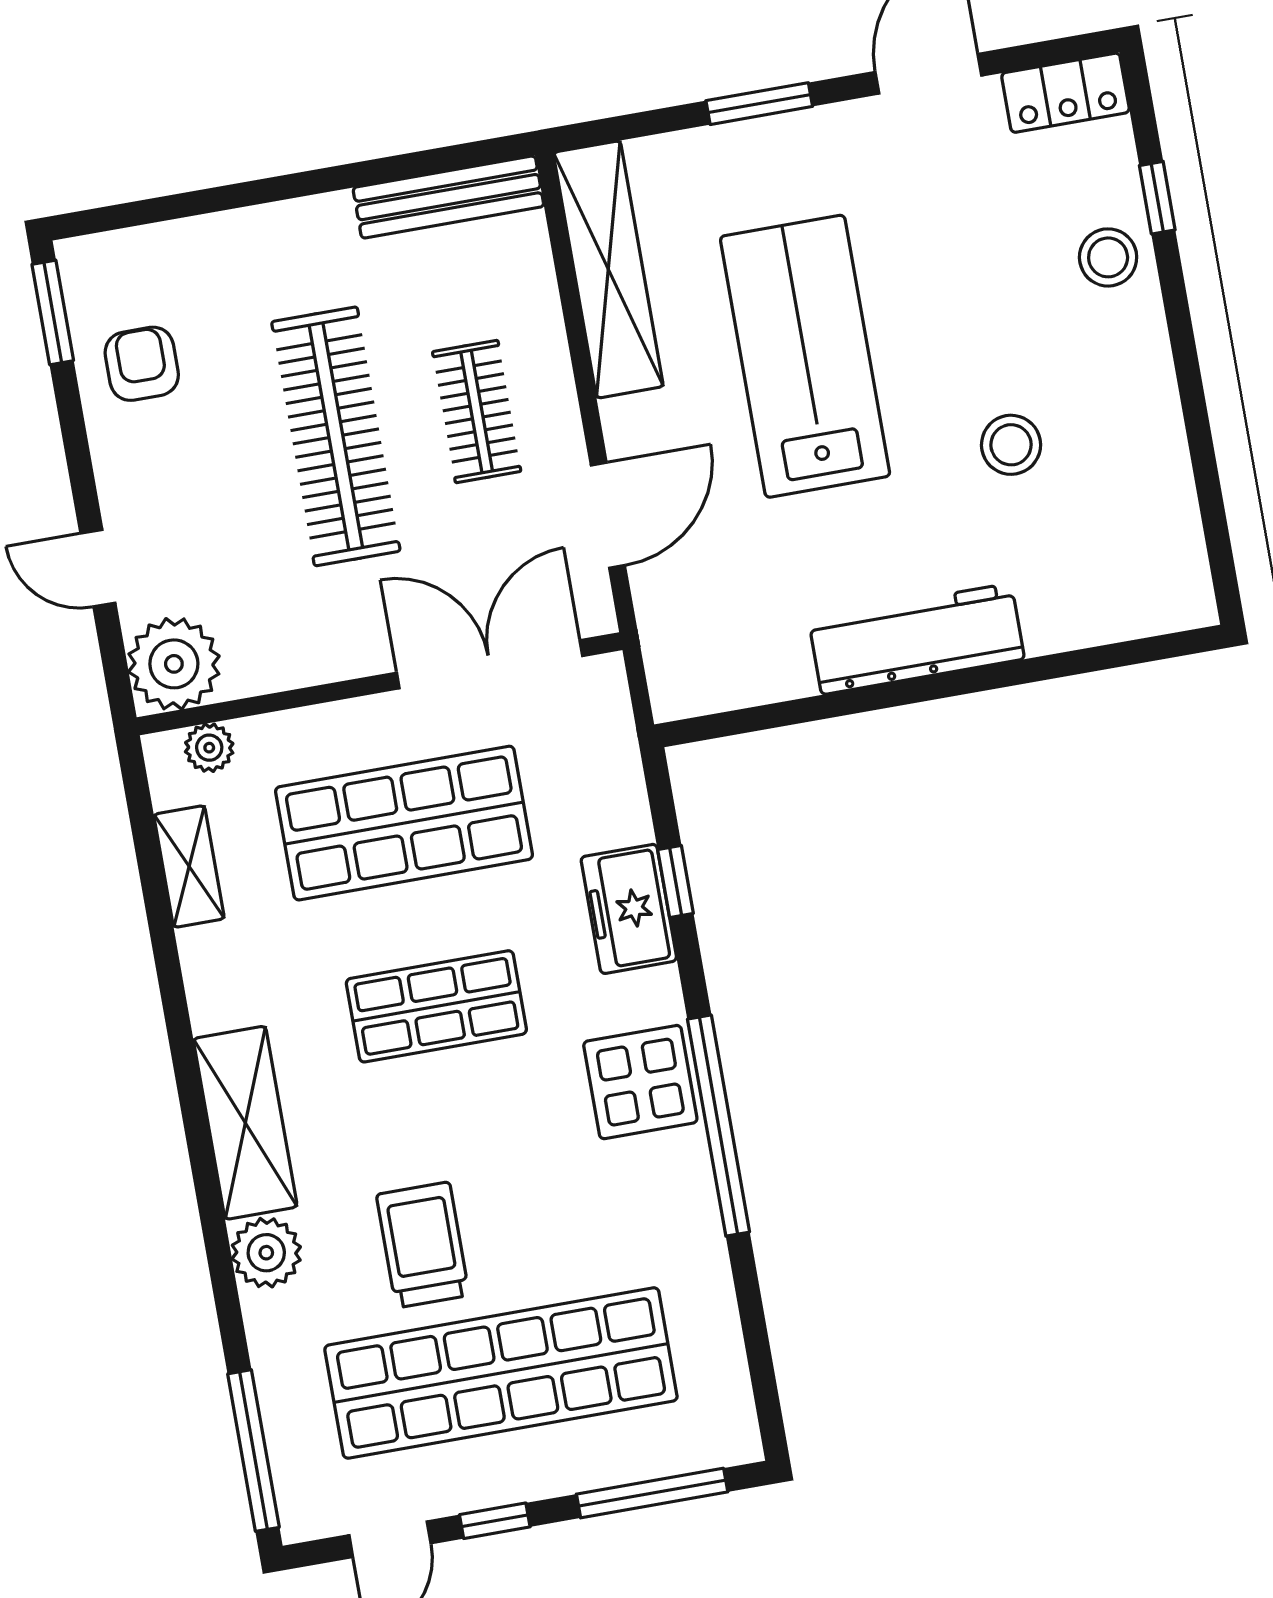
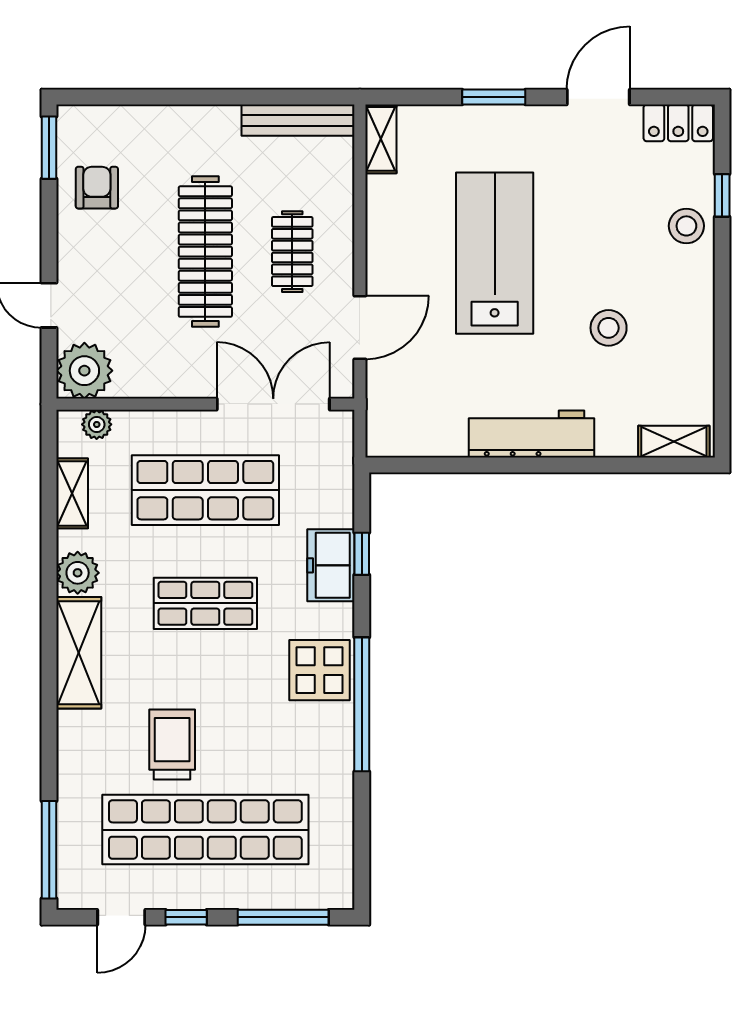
shelving: (608, 269) -> (381, 139), width x0.45, depth x0.75
shelving: (1149, 610) -> (674, 442), added
plant: (266, 1253) -> (78, 573), moved

